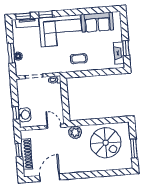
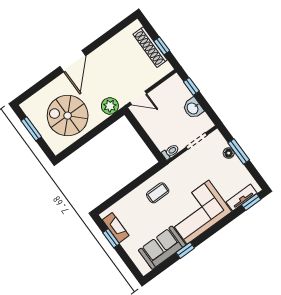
window: (46, 14) -> (185, 250), moved
washbasin: (25, 115) -> (193, 108), moved
door: (50, 178) -> (73, 61), moved

